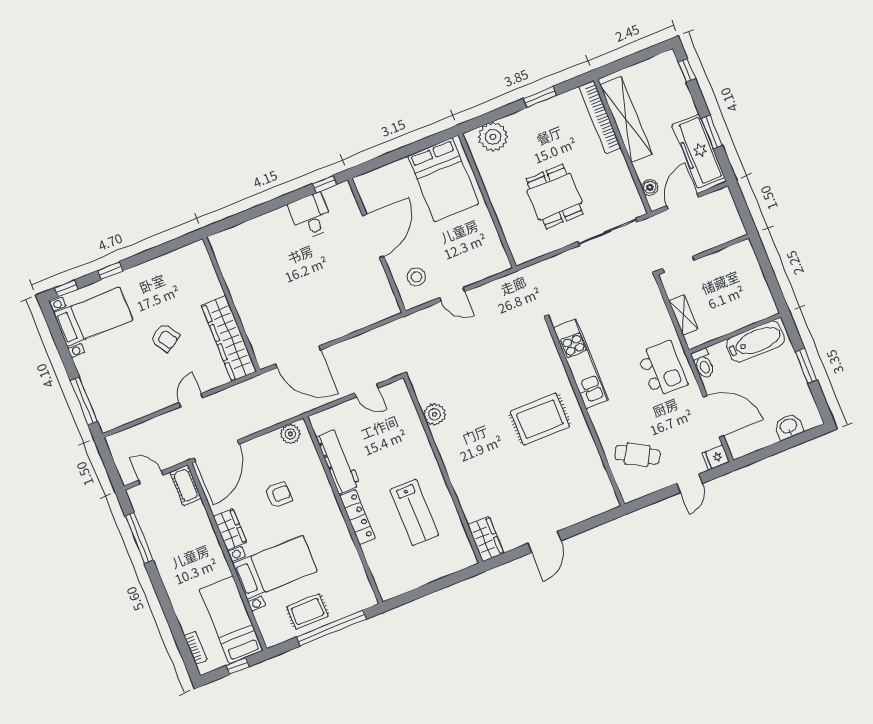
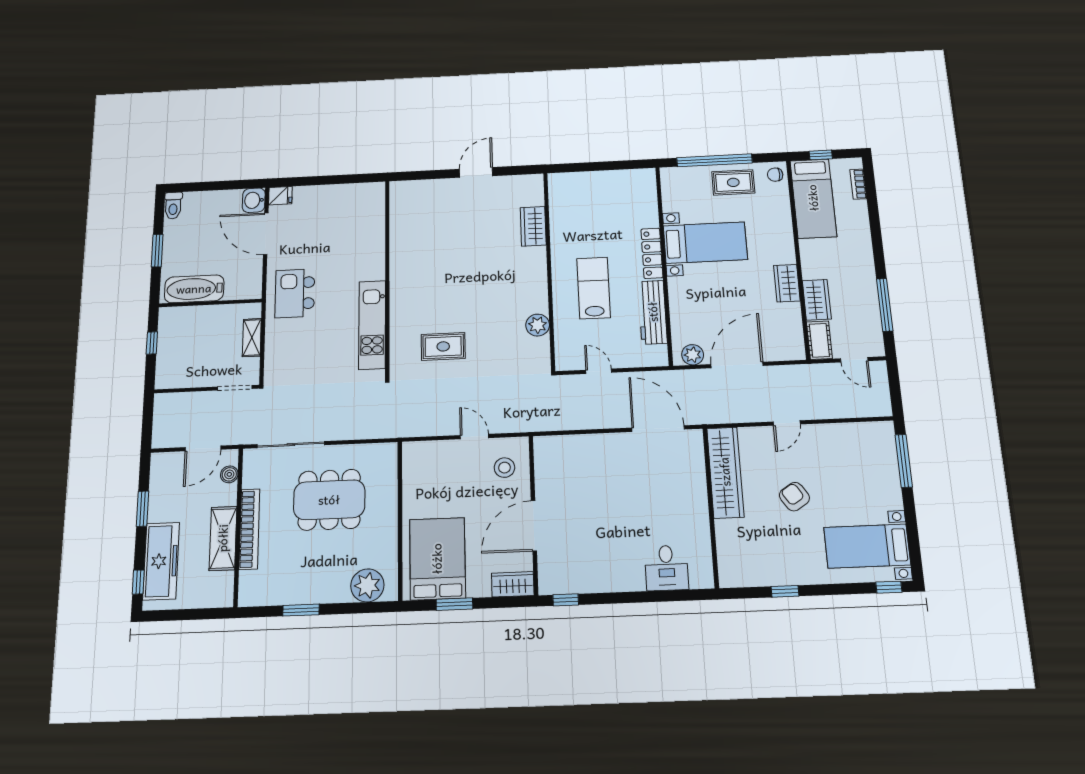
bookcase: (600, 117) -> (249, 529), moved
shelving: (626, 119) -> (223, 538), width x0.68
window: (415, 148) -> (454, 604), added
freezer: (698, 151) -> (161, 561), moved
wardrobe: (373, 181) -> (513, 584), added
dining table: (555, 196) -> (329, 500), width x1.37
desk: (311, 216) -> (666, 568), moved
window: (110, 271) -> (785, 591), moved
window: (771, 279) -> (152, 343), added
toilet: (703, 364) -> (173, 206), moved, turned 180
rug: (540, 419) -> (443, 346), moved, width x0.73, depth x0.70
washbasin: (789, 427) -> (254, 200), moved, turned 90
door: (217, 451) -> (737, 365), moved
cafe table: (637, 455) -> (353, 222), removed
door: (690, 483) -> (315, 181), removed
armchair: (278, 495) -> (725, 300), removed
lab bench: (414, 512) -> (594, 288), moved
wardrobe: (199, 522) -> (817, 300), added
wardrobe: (486, 539) -> (533, 226), moved
bed with nightstands: (275, 567) -> (705, 243), moved, turned 180
chair: (272, 632) -> (775, 175), added

